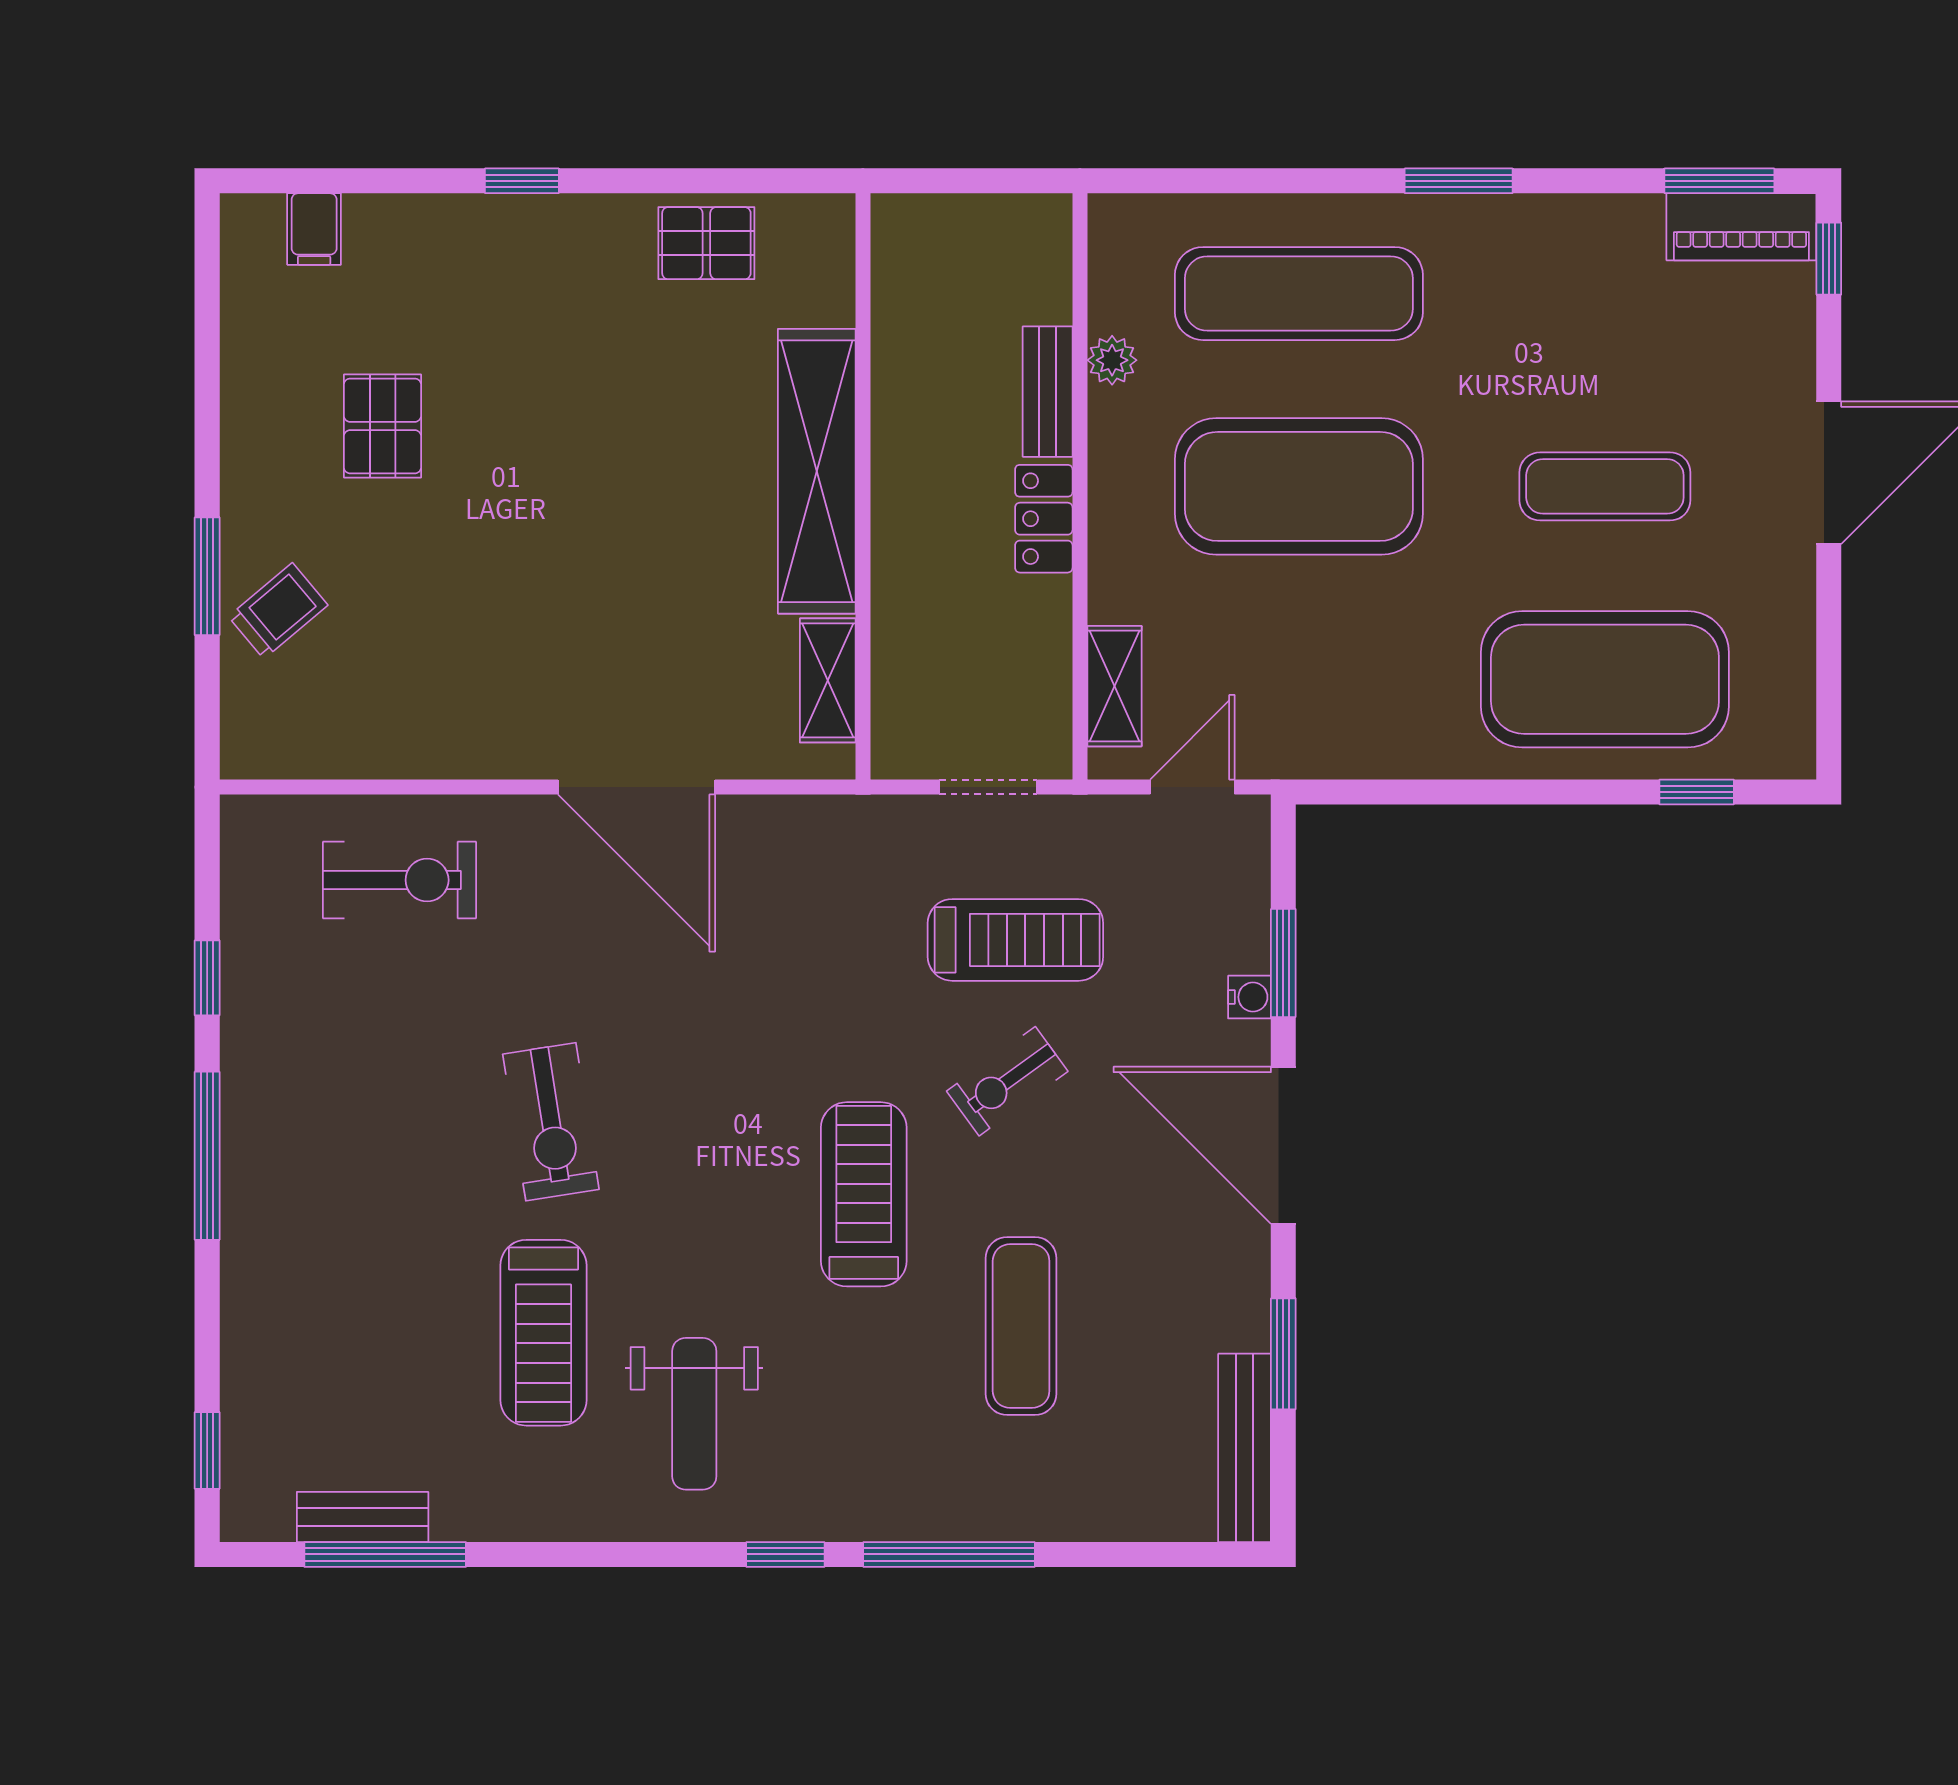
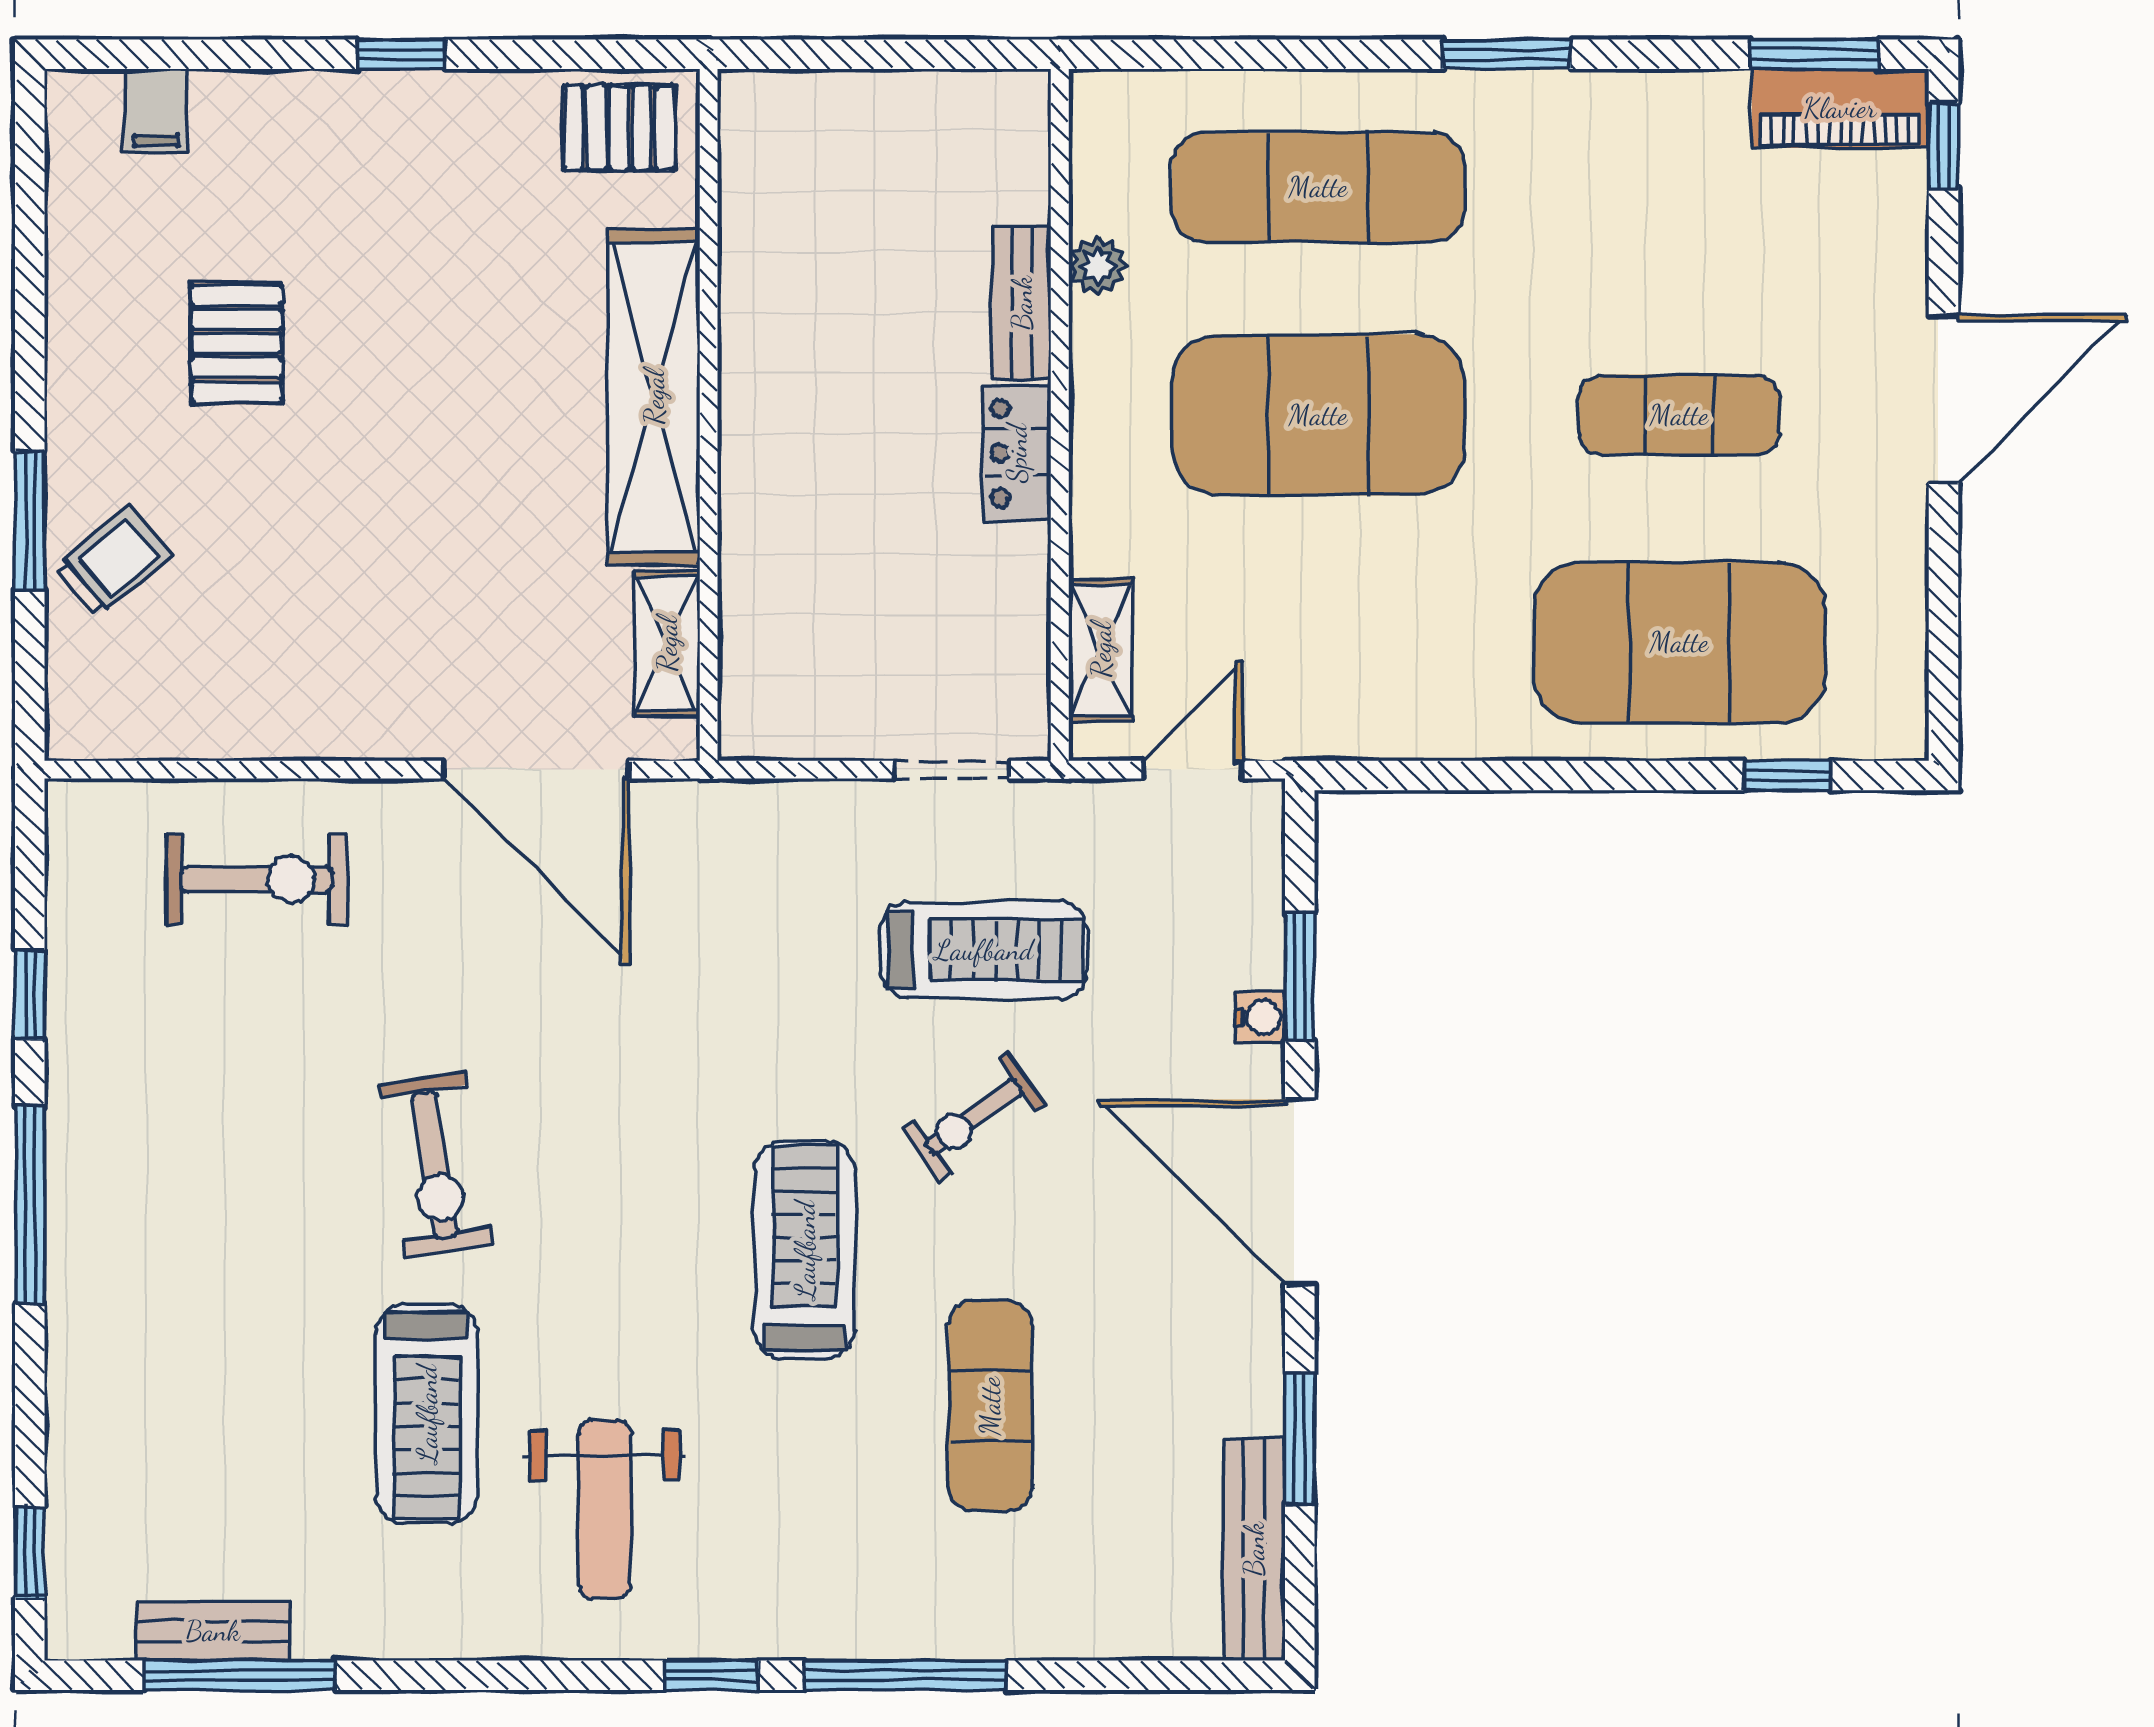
shelving: (817, 471) -> (654, 397), moved
wall: (863, 486) -> (709, 415), moved
shelving: (828, 680) -> (667, 644), moved

